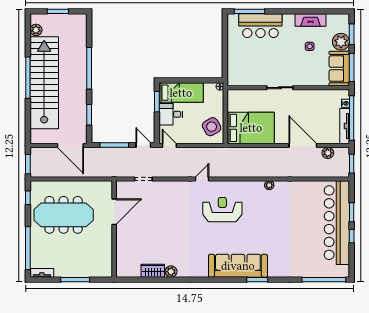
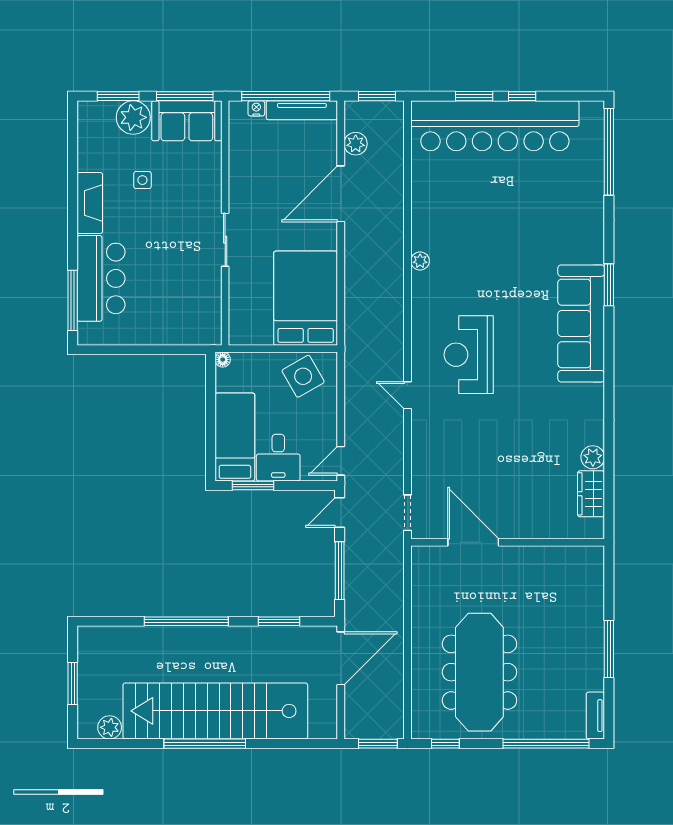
fireplace: (311, 20) -> (90, 203), moved
door: (114, 212) -> (473, 542), moved
wall: (114, 229) -> (508, 542), moved

